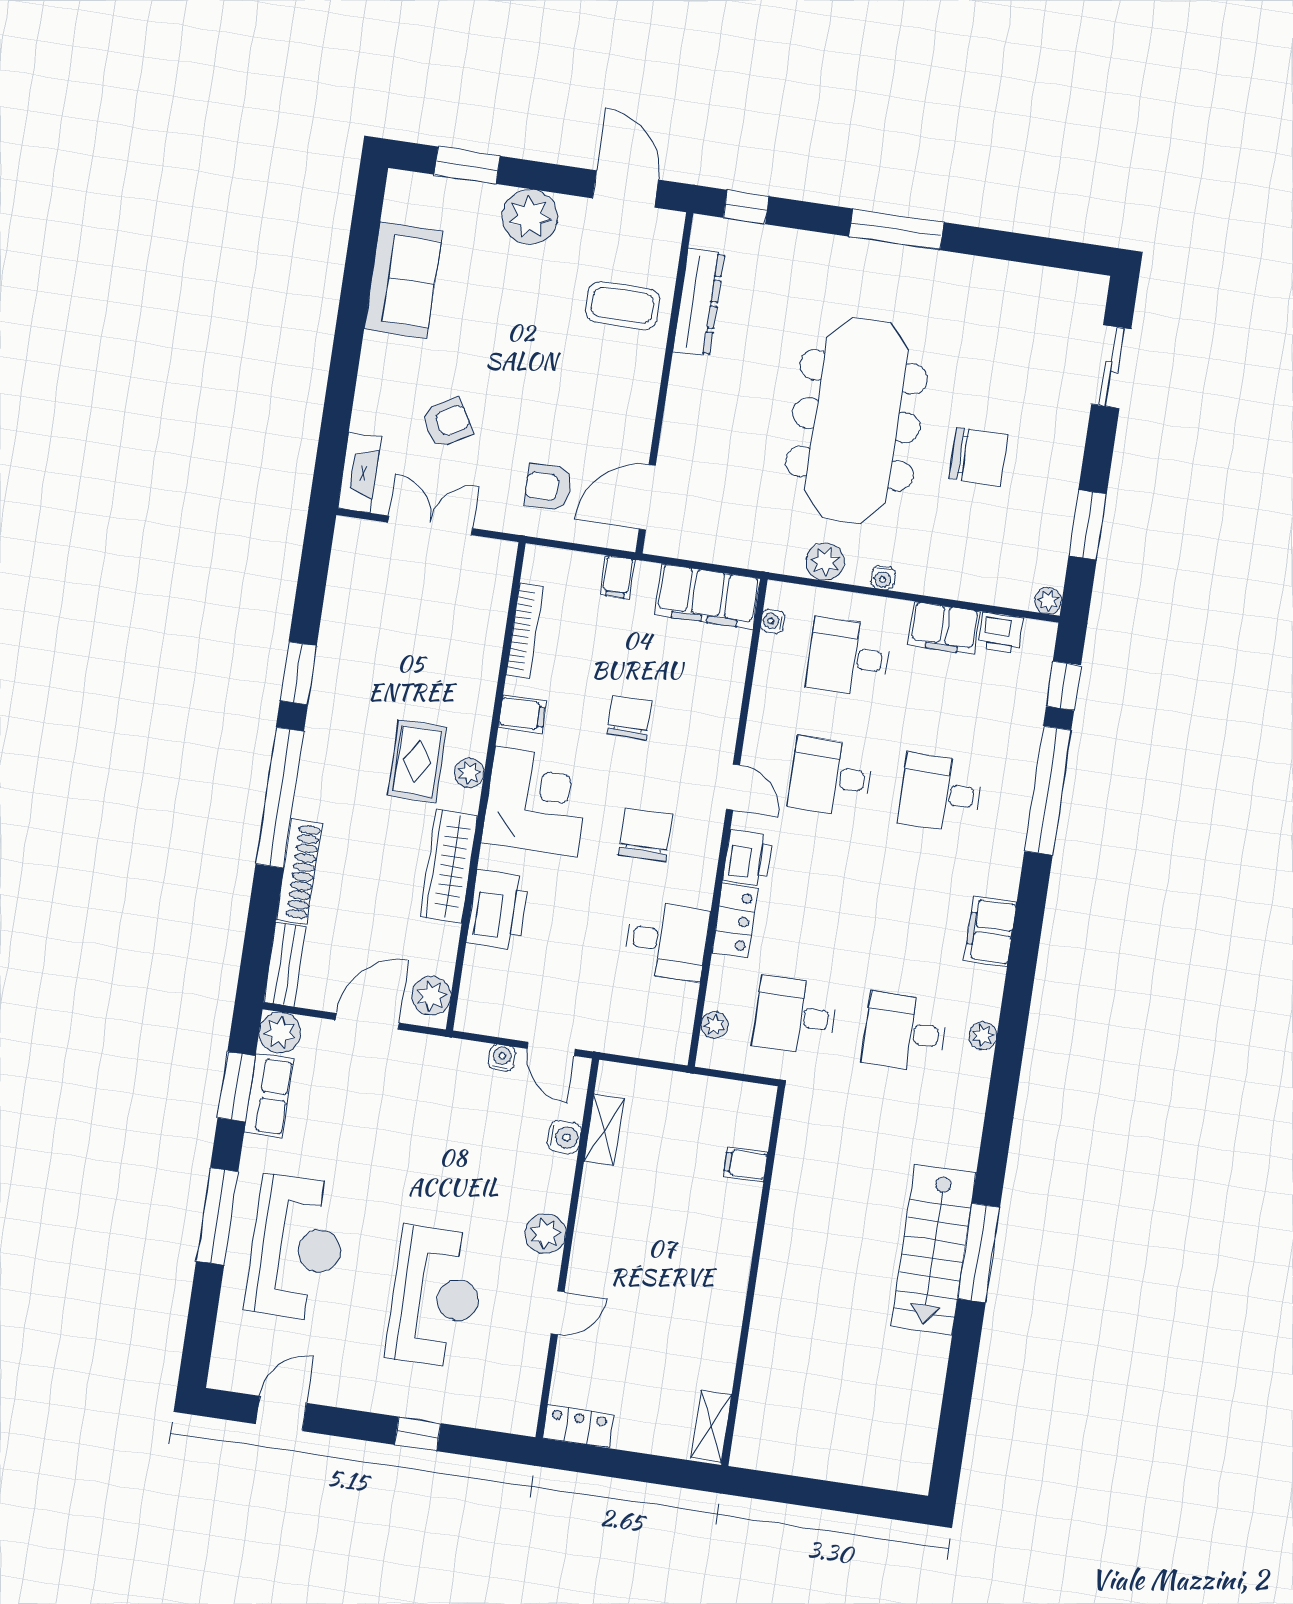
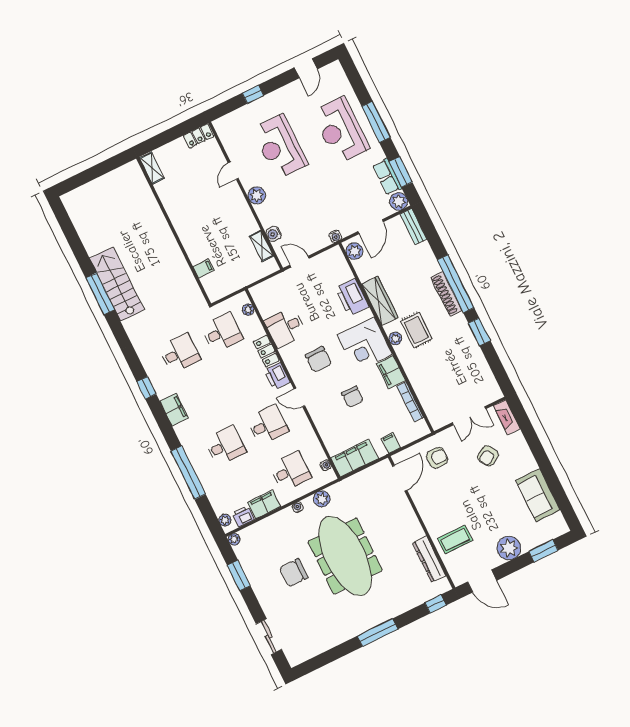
window: (1064, 686) -> (146, 388), moved
filing cabinet: (522, 714) -> (391, 372), width x2.00
shoe rack: (299, 871) -> (446, 294), moved
plant: (983, 1036) -> (225, 520), moved
water cooler: (502, 1058) -> (335, 236), moved

